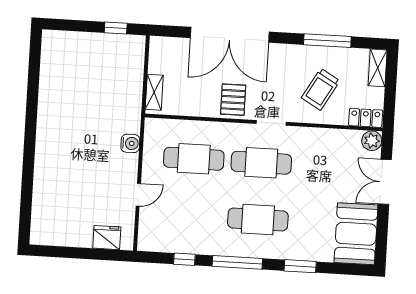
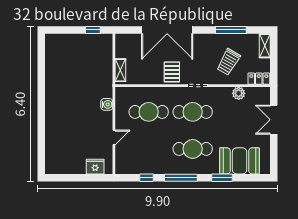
plant: (372, 141) -> (239, 93), moved
booth: (356, 234) -> (240, 161), moved, turned 90

